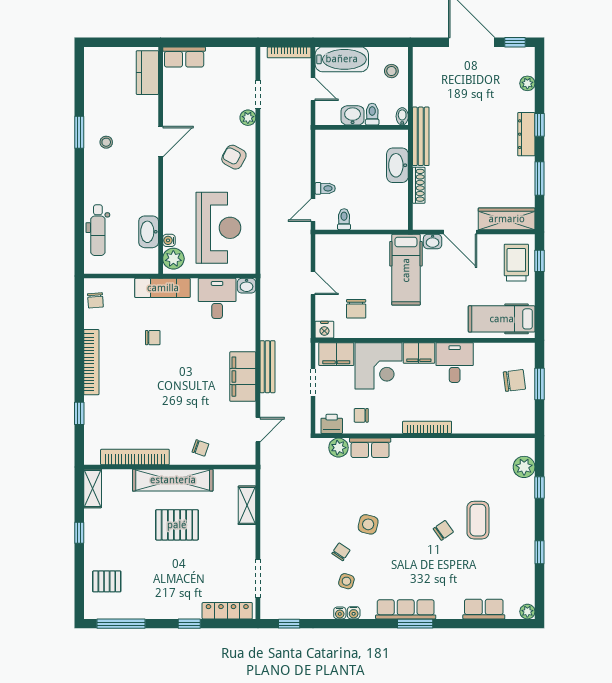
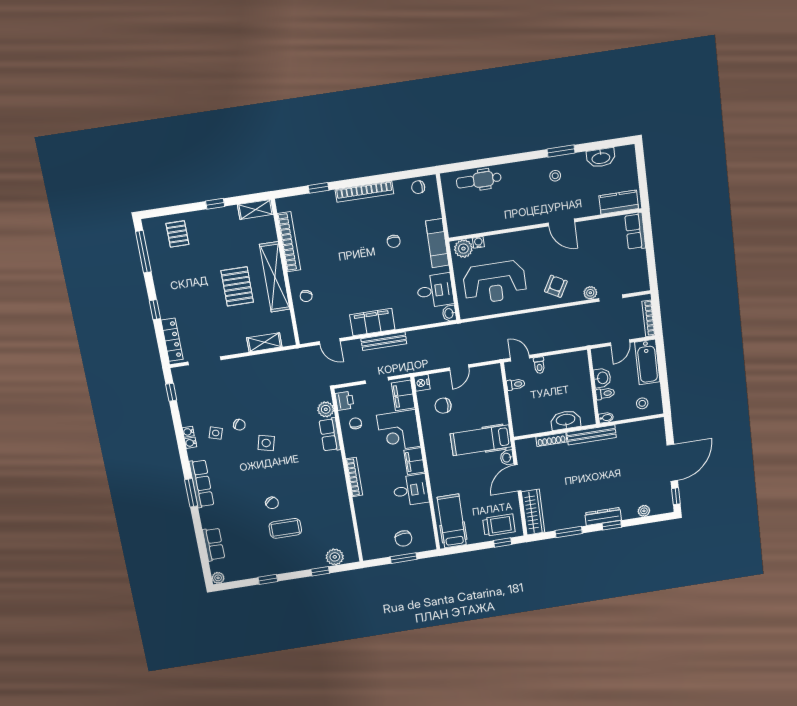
washbasin: (149, 232) -> (601, 158), moved, turned 180

